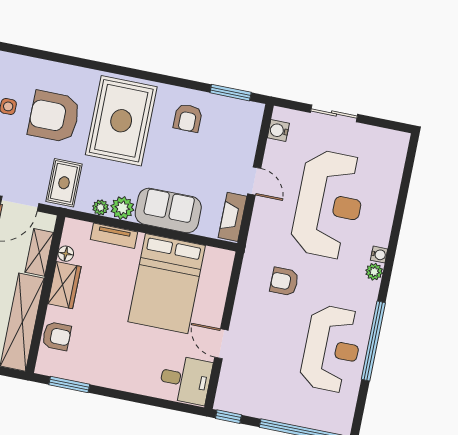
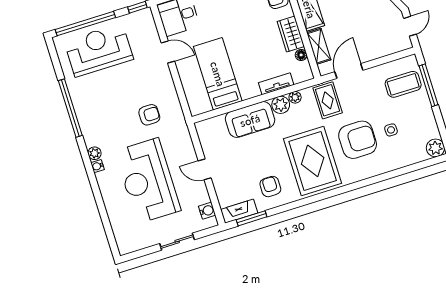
fireplace: (233, 217) -> (239, 211), moved, turned -90
bed: (167, 284) -> (218, 74), width x0.67
reception desk: (332, 349) -> (99, 50), moved, turned 90

